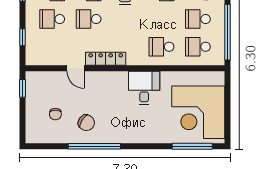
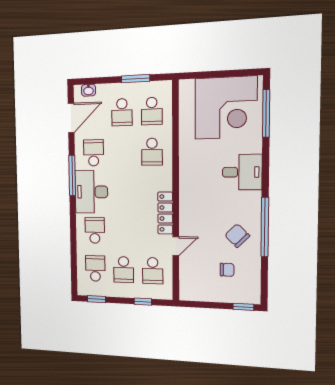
school desk: (89, 19) -> (153, 271), moved
window: (228, 32) -> (136, 79), width x0.47
window: (22, 88) -> (243, 307), moved
desk: (144, 88) -> (242, 172), moved, turned 180
chair: (86, 123) -> (237, 236), turned -78

